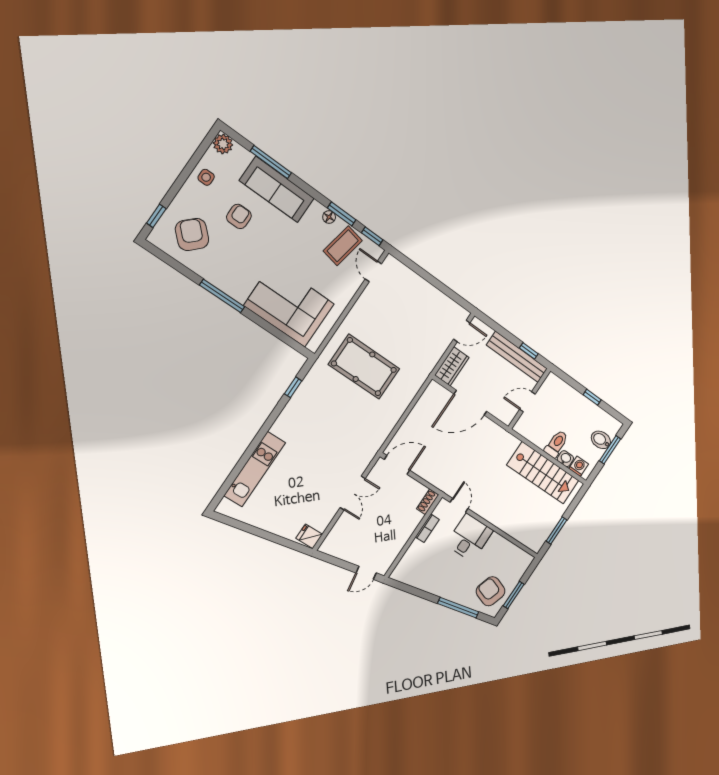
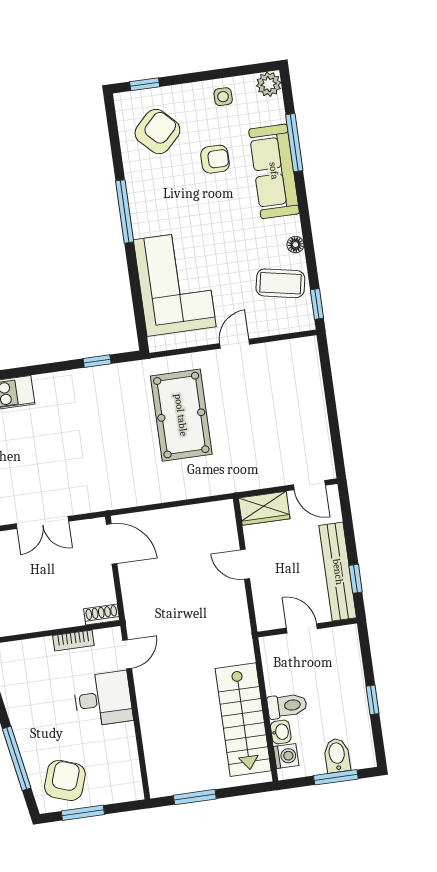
window: (342, 214) -> (310, 254), removed
door: (373, 271) -> (235, 344), moved
door: (470, 403) -> (245, 564), width x0.53

